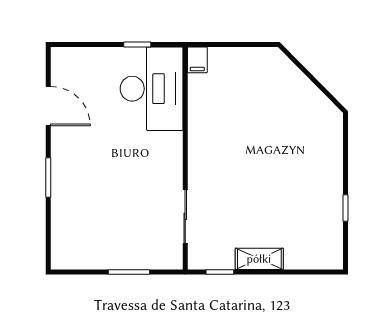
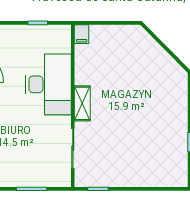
desk: (152, 89) -> (48, 84), moved
shelving: (259, 259) -> (82, 103), moved, turned 90

